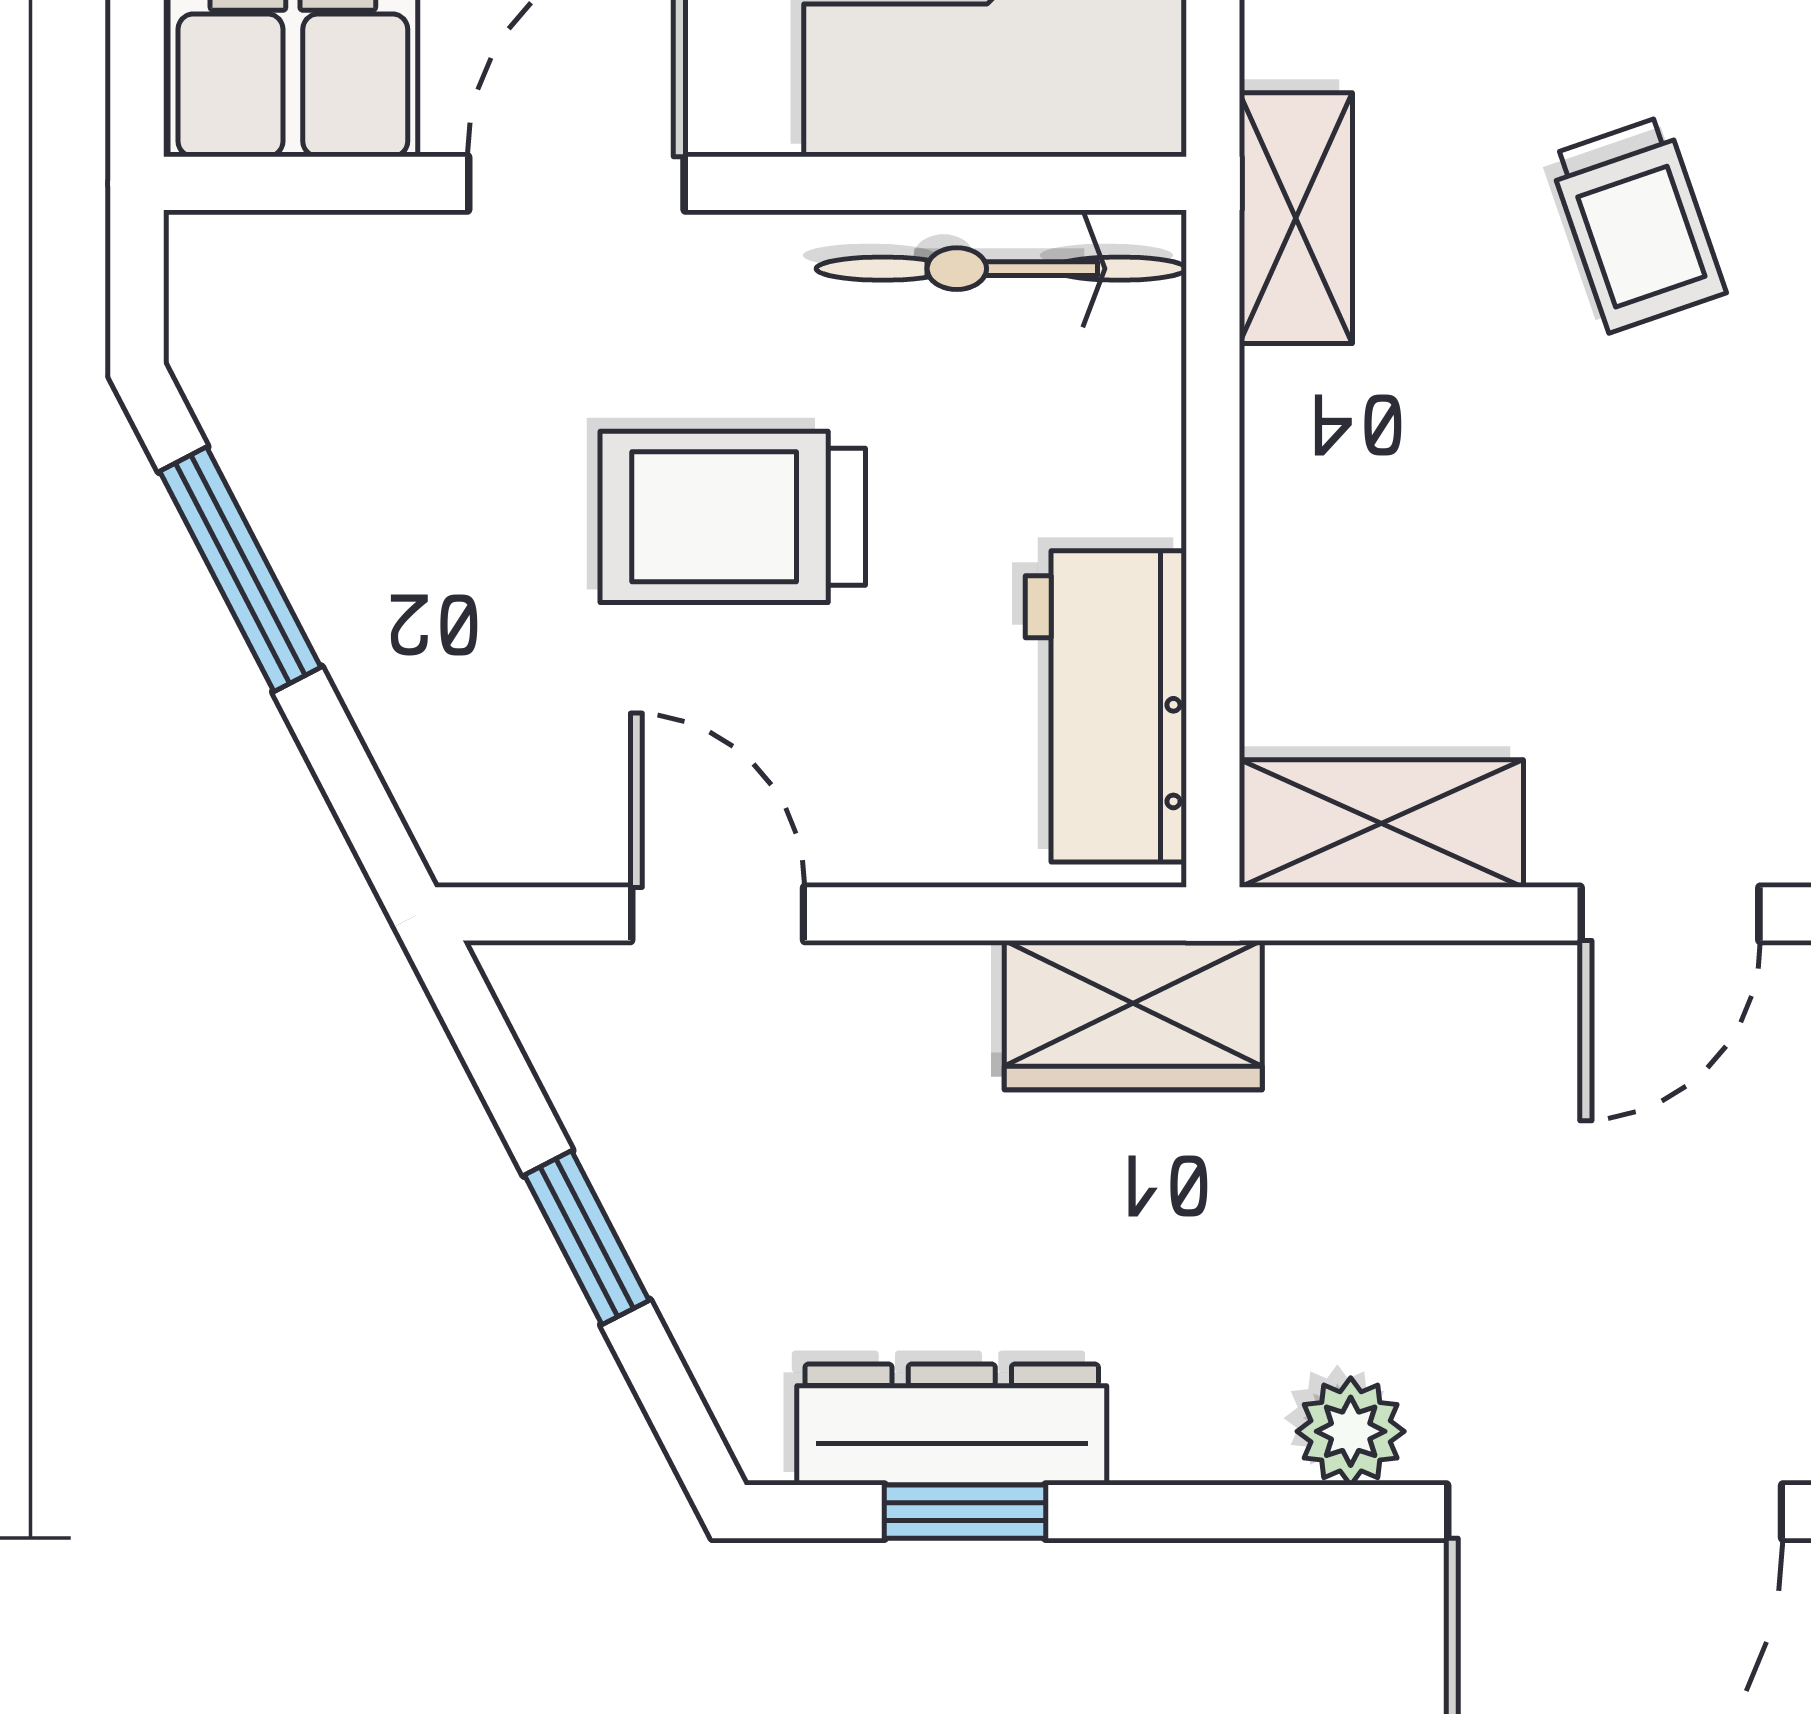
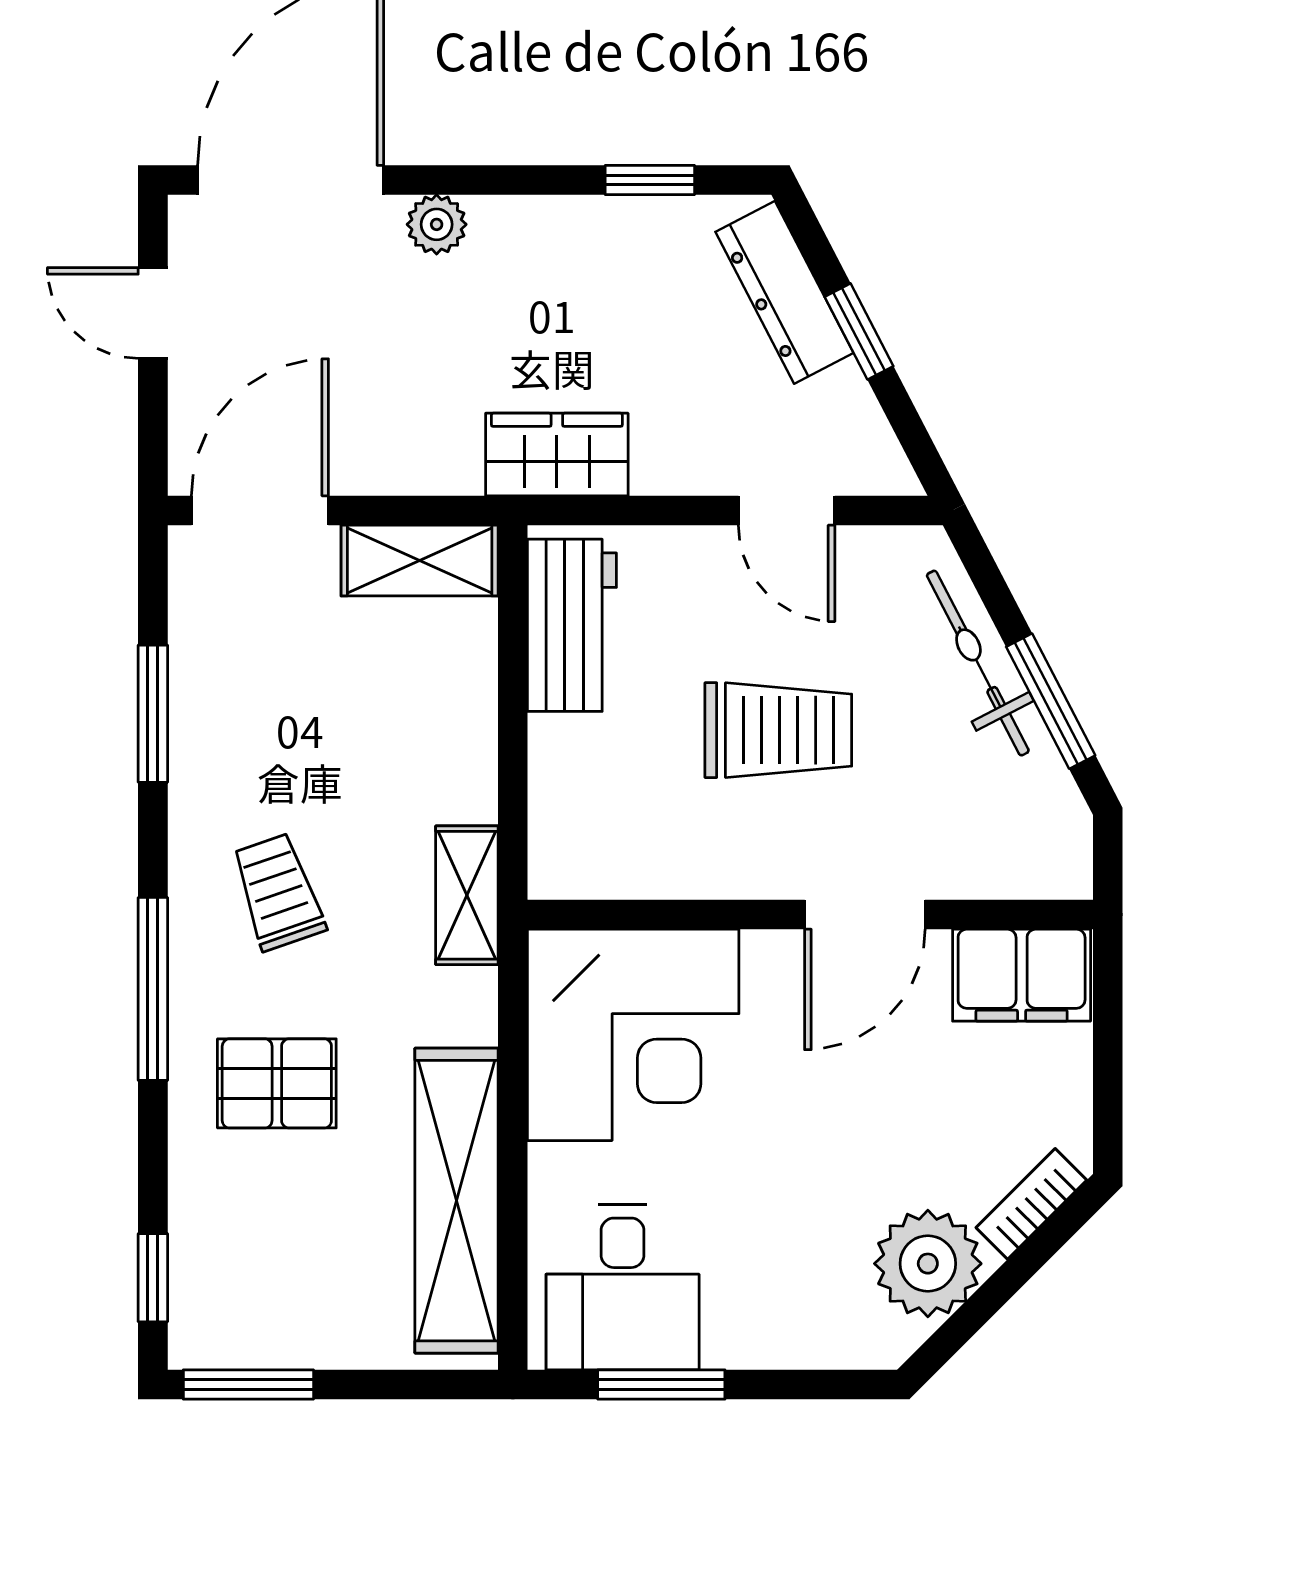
bicycle: (1001, 269) -> (978, 663), moved, turned -117
door: (1670, 914) -> (260, 511), width x1.38
dresser: (952, 1424) -> (784, 292), moved, turned 63

